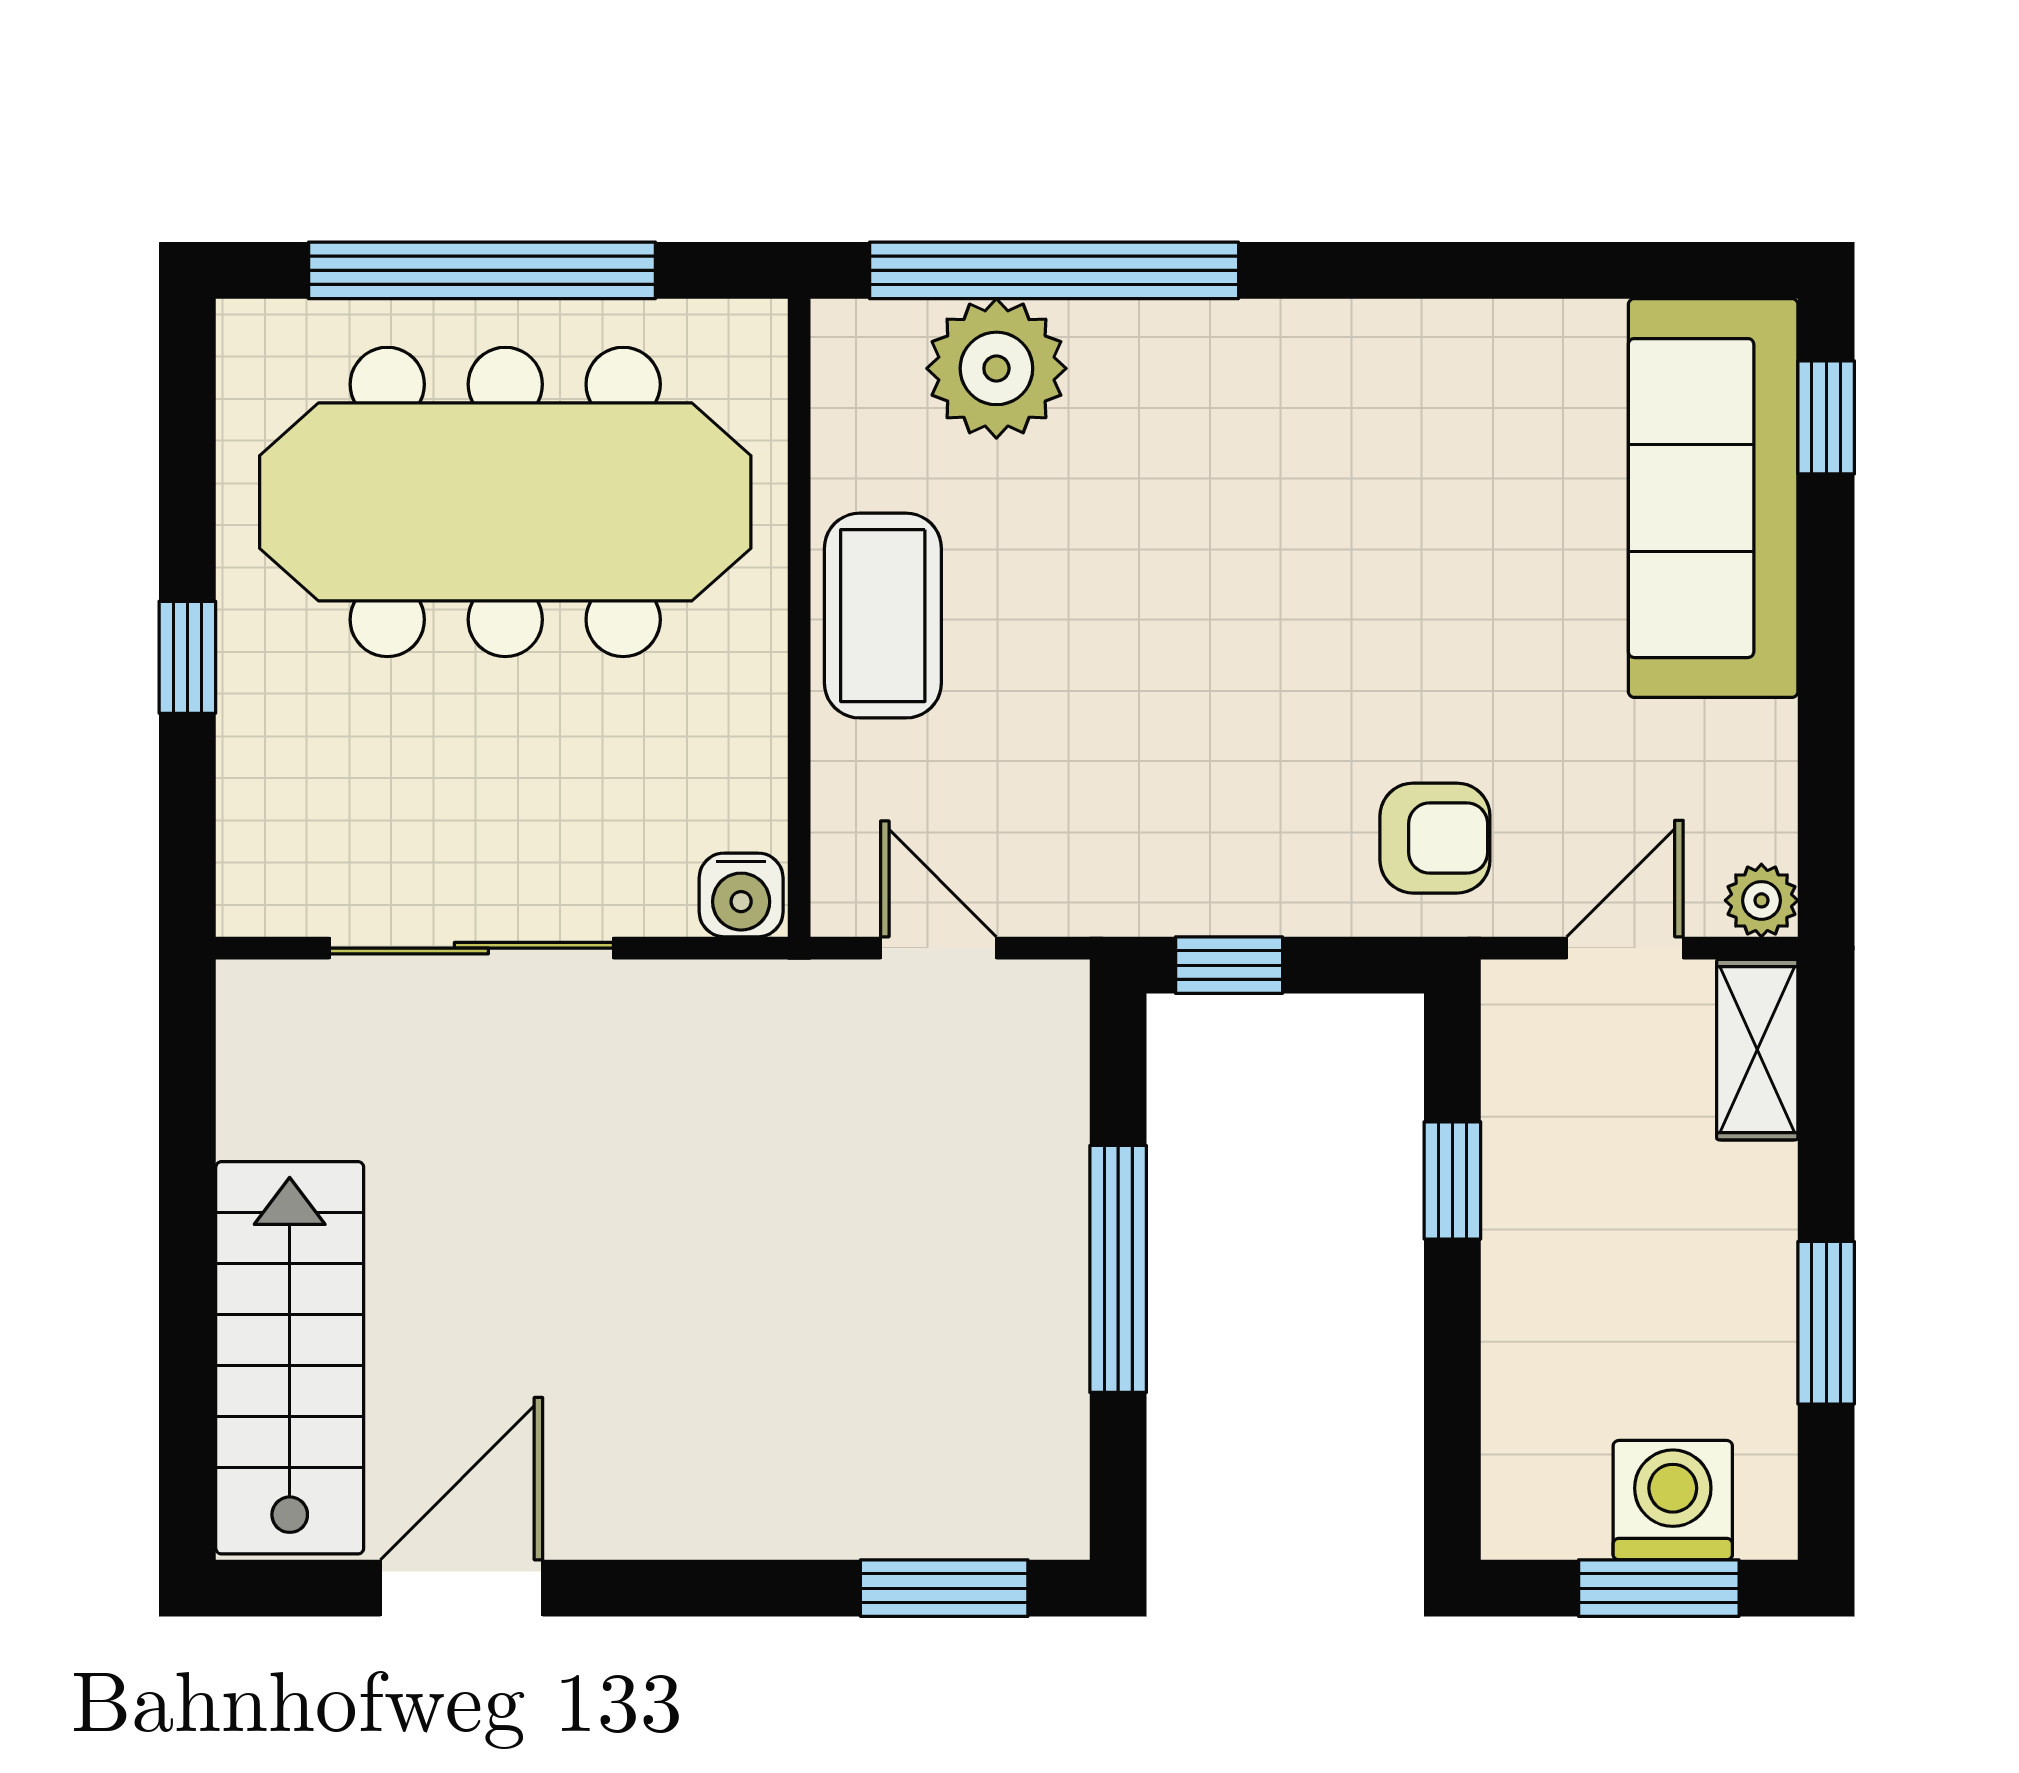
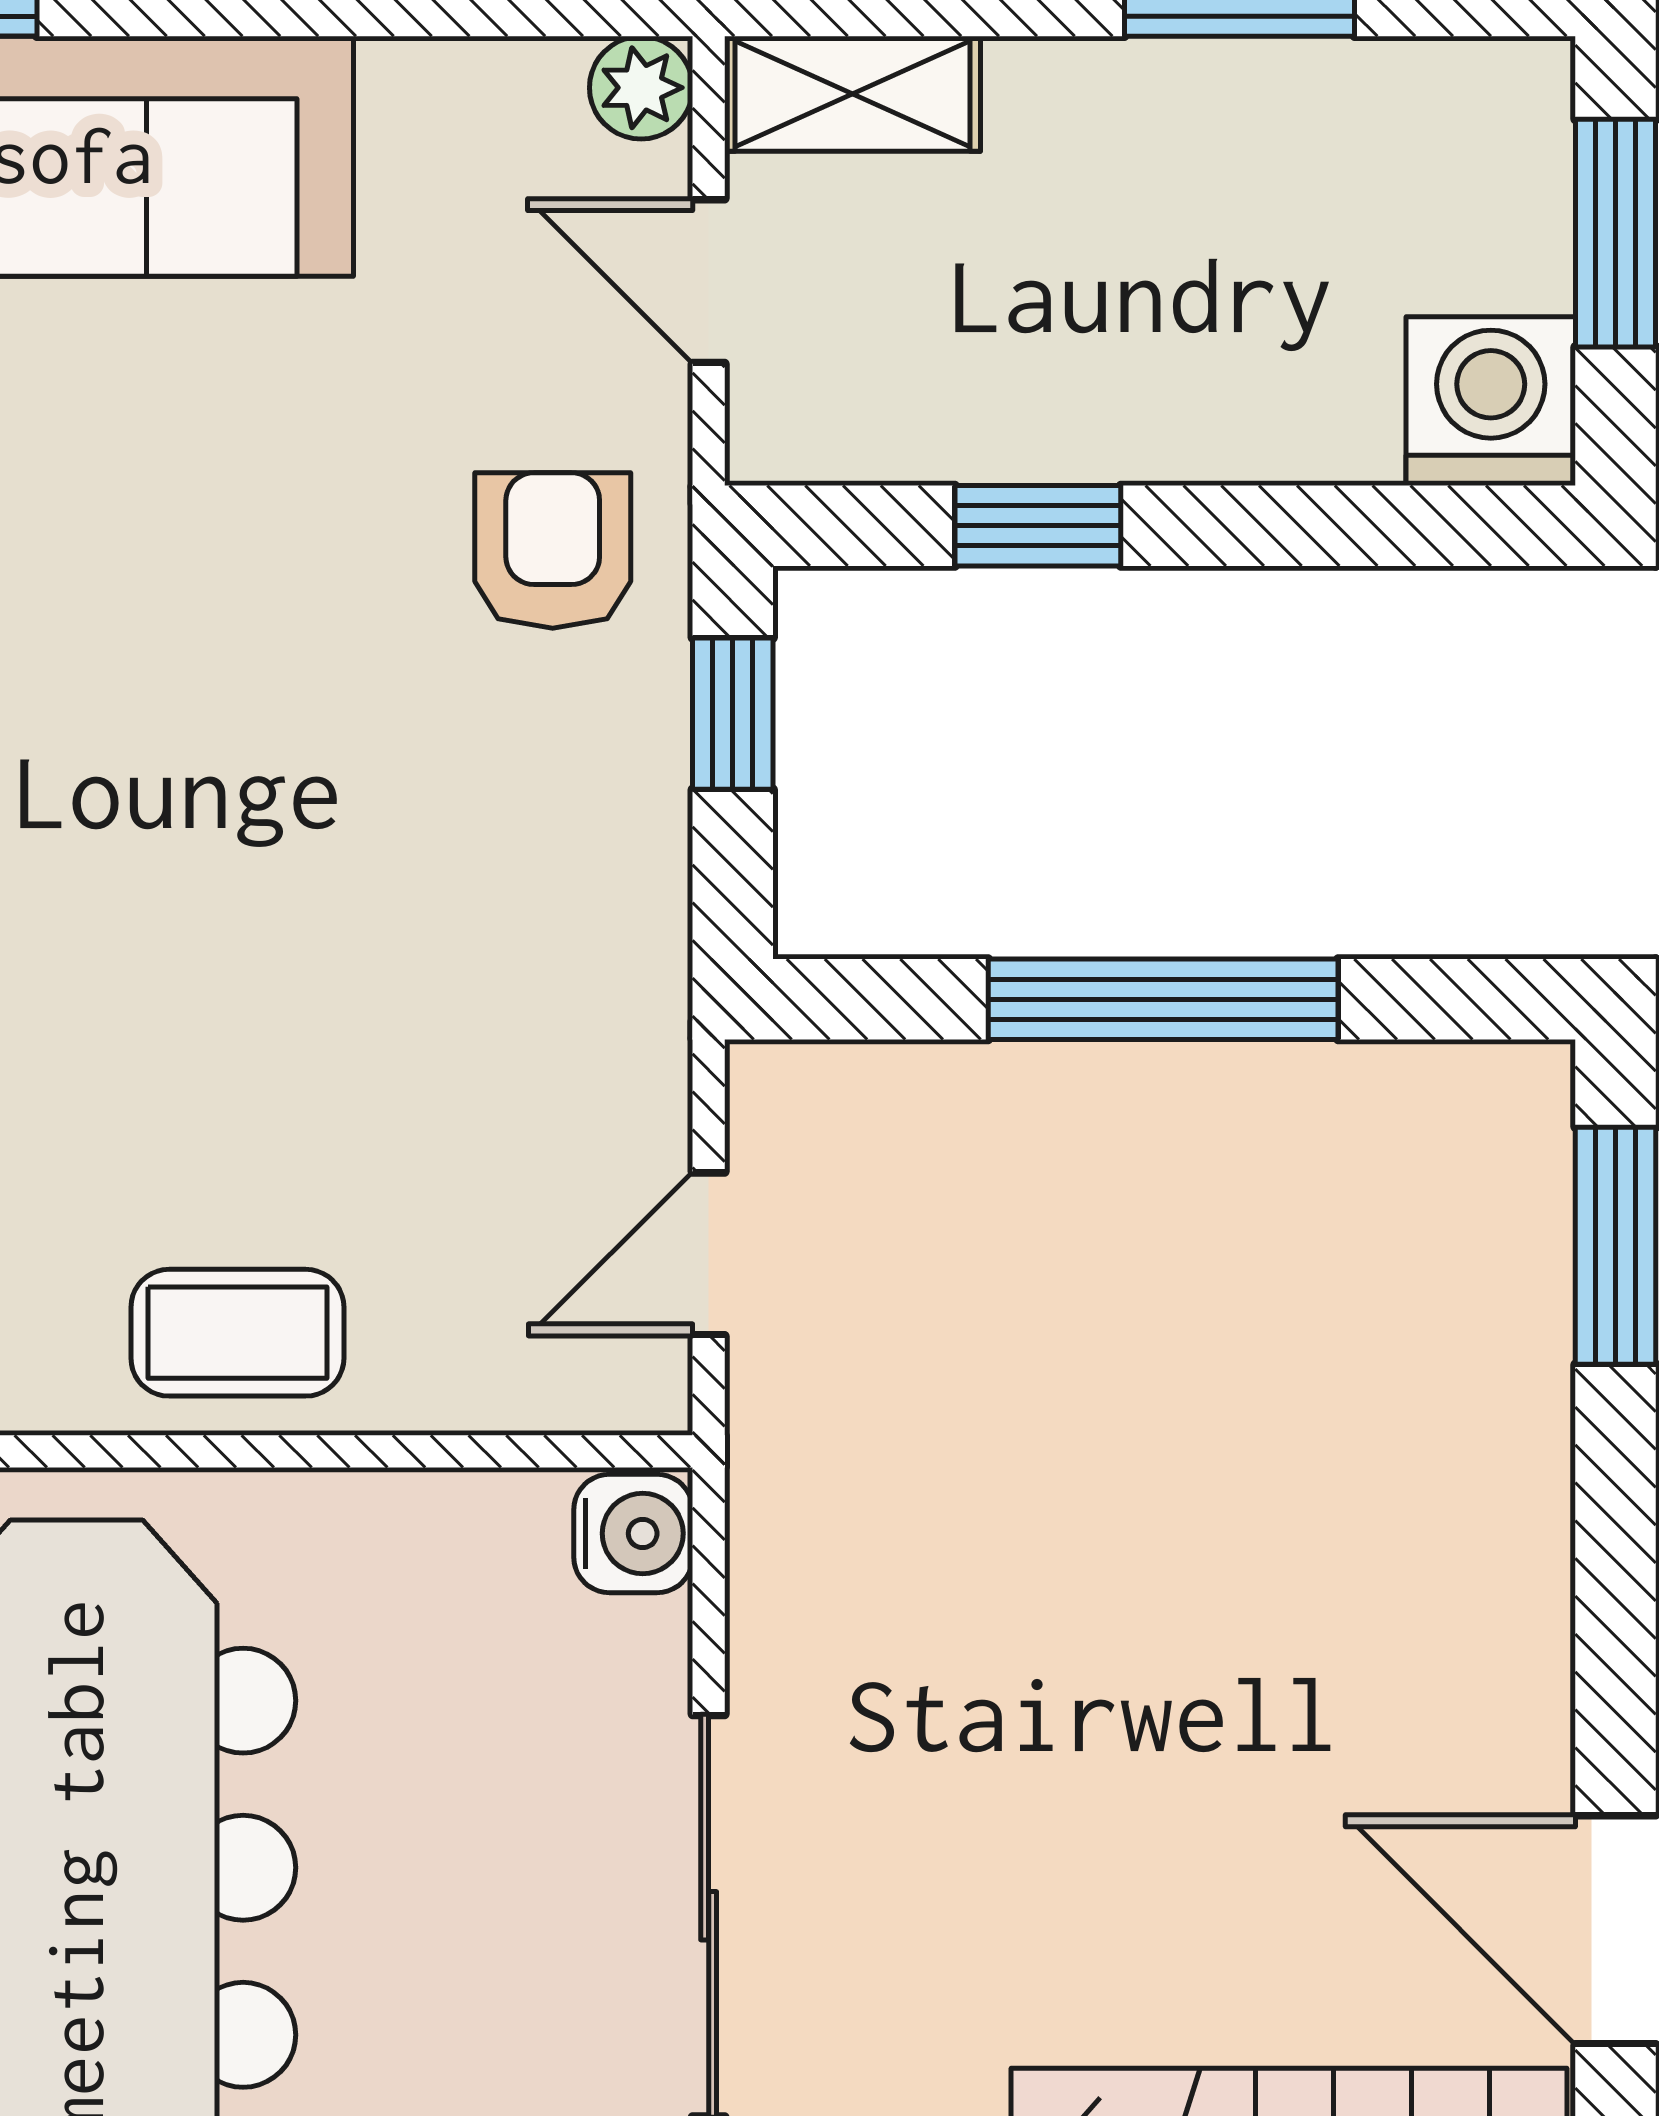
coffee table: (883, 616) -> (237, 1333), width x0.73, depth x0.77
window: (1229, 965) -> (733, 714), moved
washing machine: (1673, 1500) -> (1491, 401), moved, turned 90

